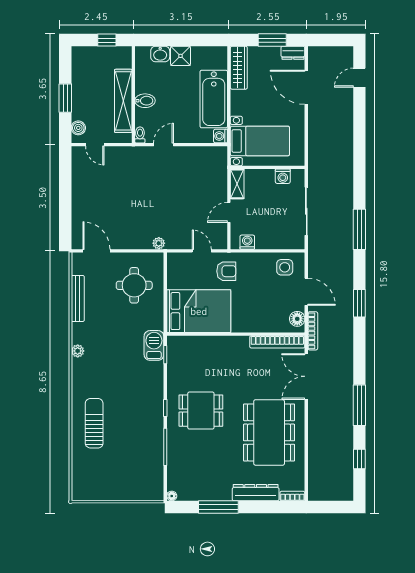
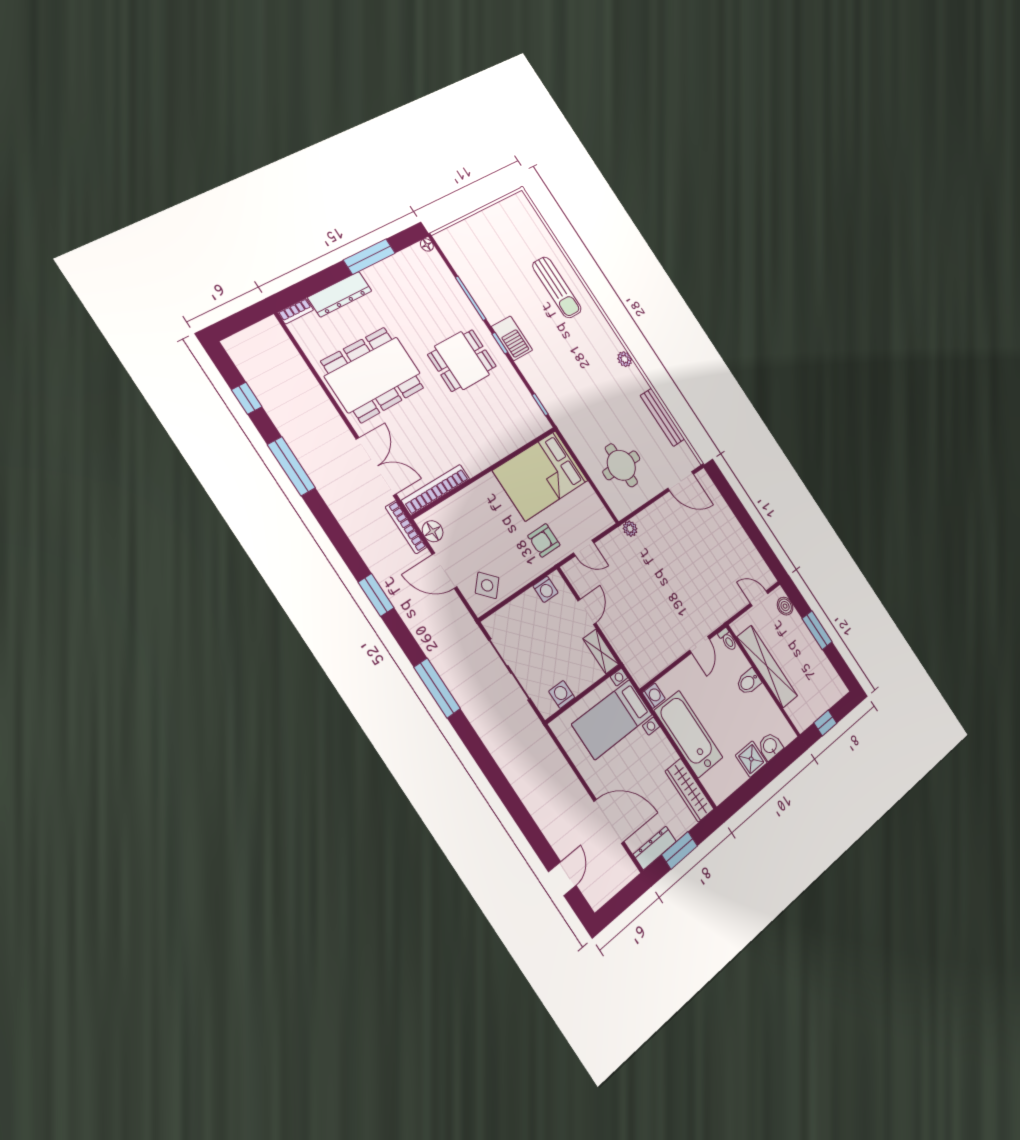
dresser: (293, 53) -> (655, 848), width x1.44
side table: (285, 267) -> (487, 585), turned 45
barbecue: (154, 345) -> (512, 338), moved
dining table: (269, 432) -> (373, 375), turned 90

